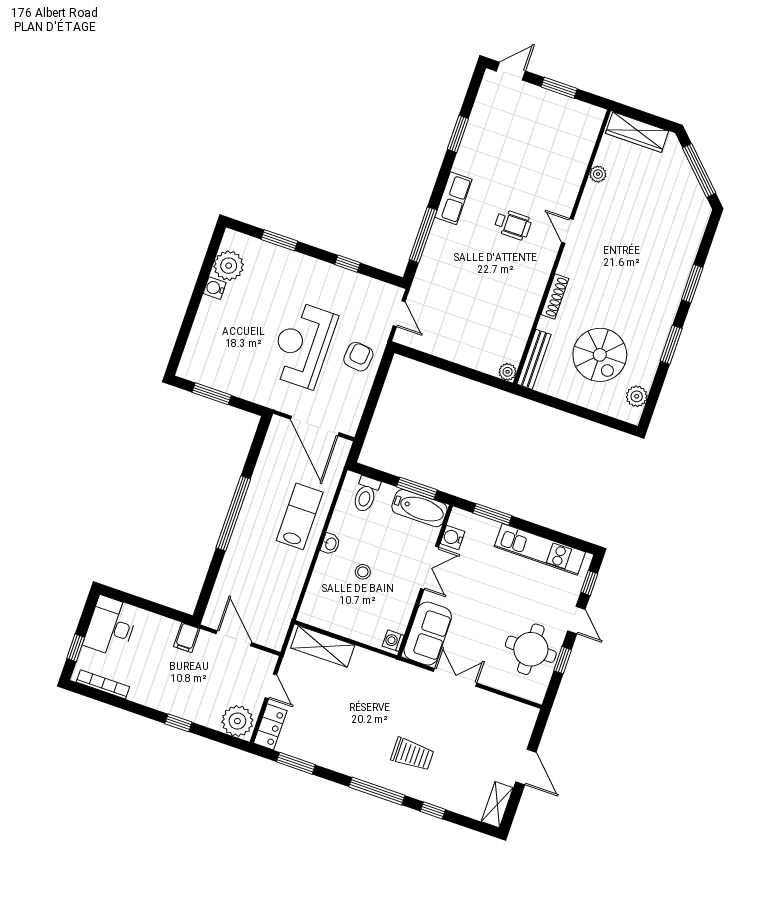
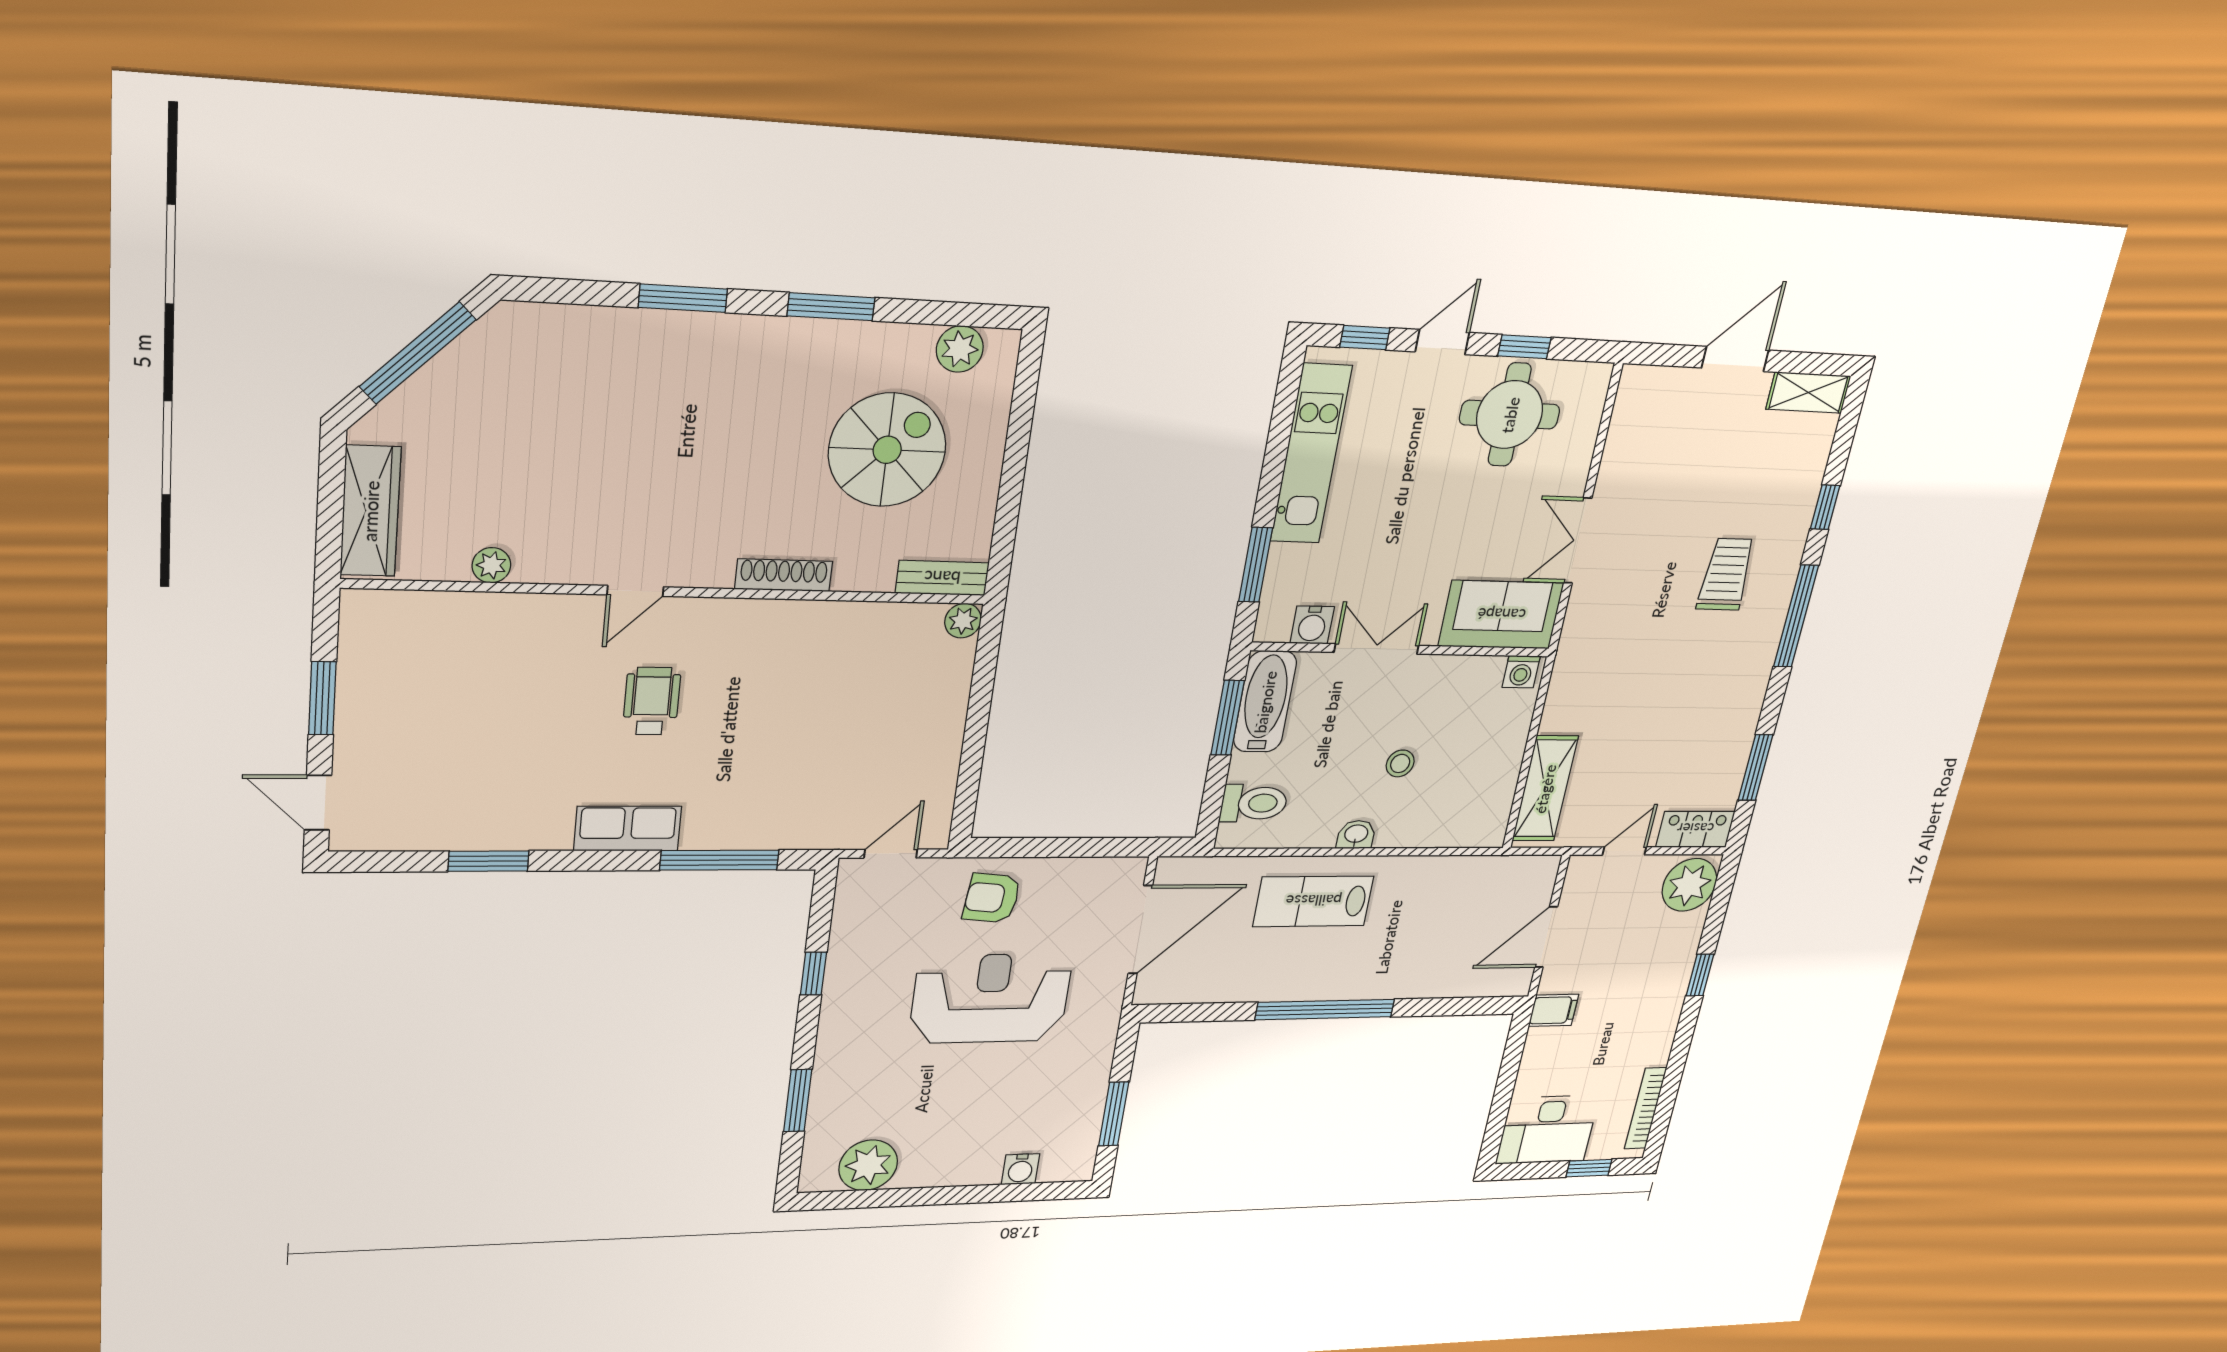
water cooler: (215, 288) -> (1020, 1169), moved
reception desk: (303, 345) -> (991, 998), turned 180
bench: (534, 359) -> (942, 578), width x0.73

